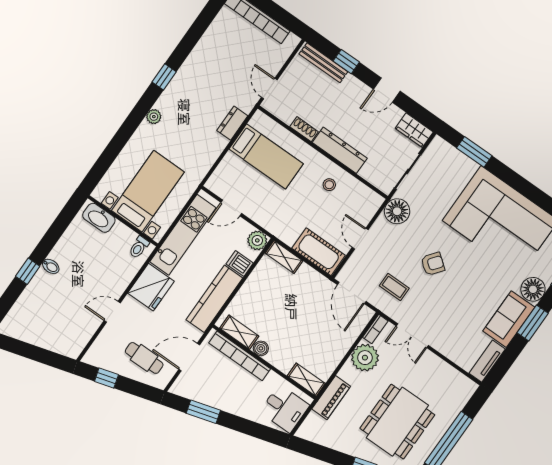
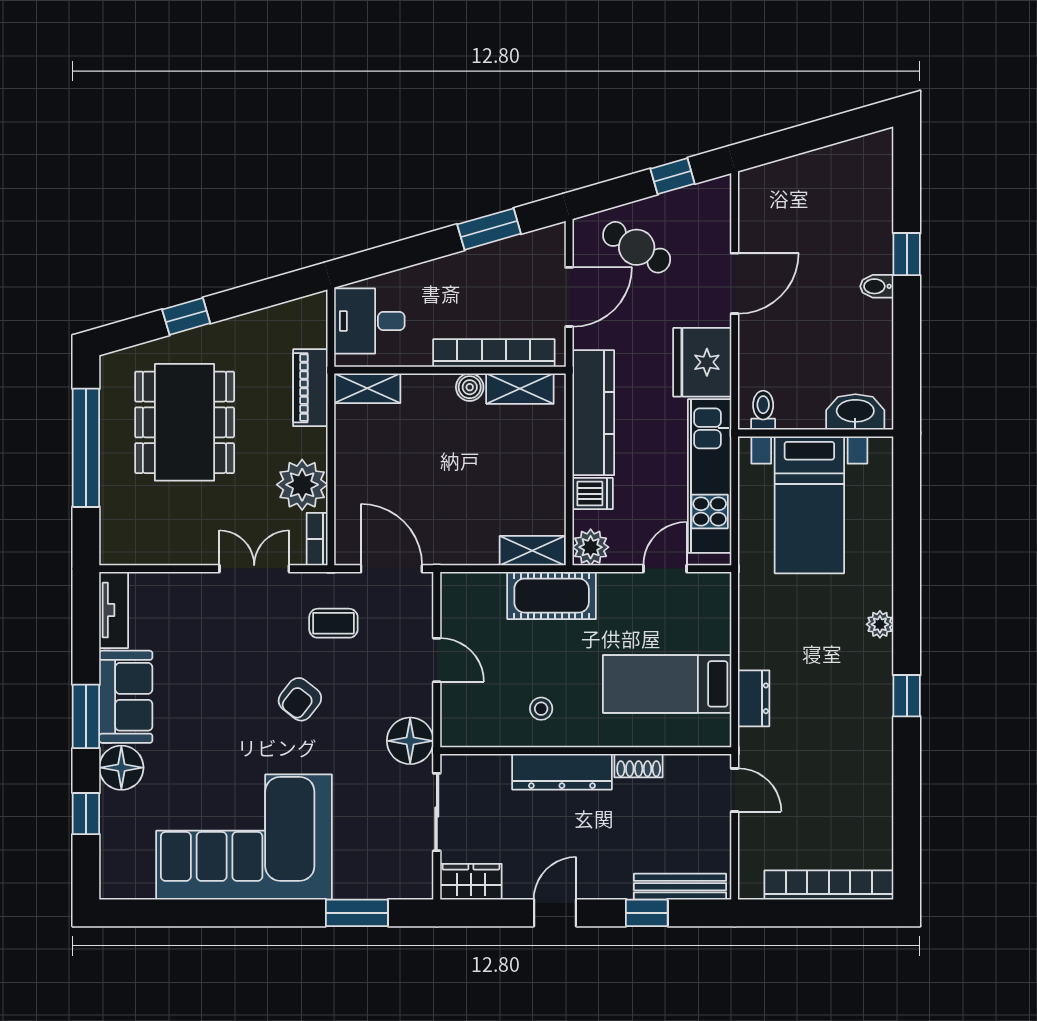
cot: (319, 252) -> (552, 596), moved
door: (112, 312) -> (735, 283), width x1.37
cafe table: (144, 358) -> (637, 247), turned 31

